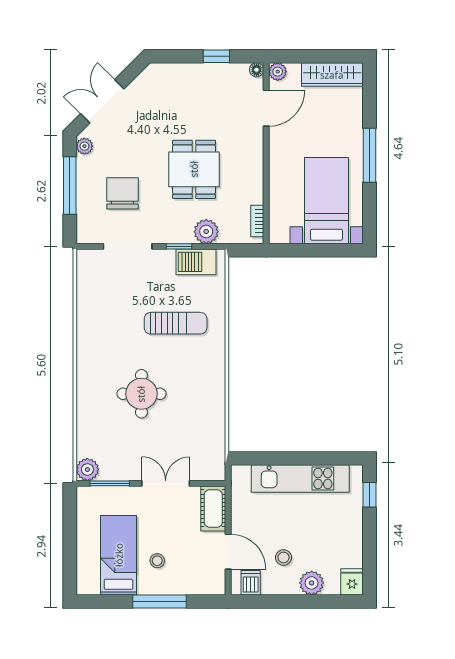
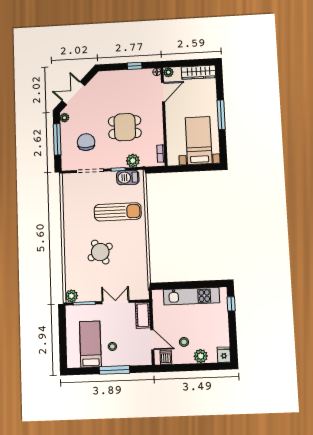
dining table: (194, 169) -> (125, 127), turned 90
sun lounger: (176, 323) -> (118, 212), width x1.36, depth x1.34
round table: (141, 394) -> (100, 252), turned -30

